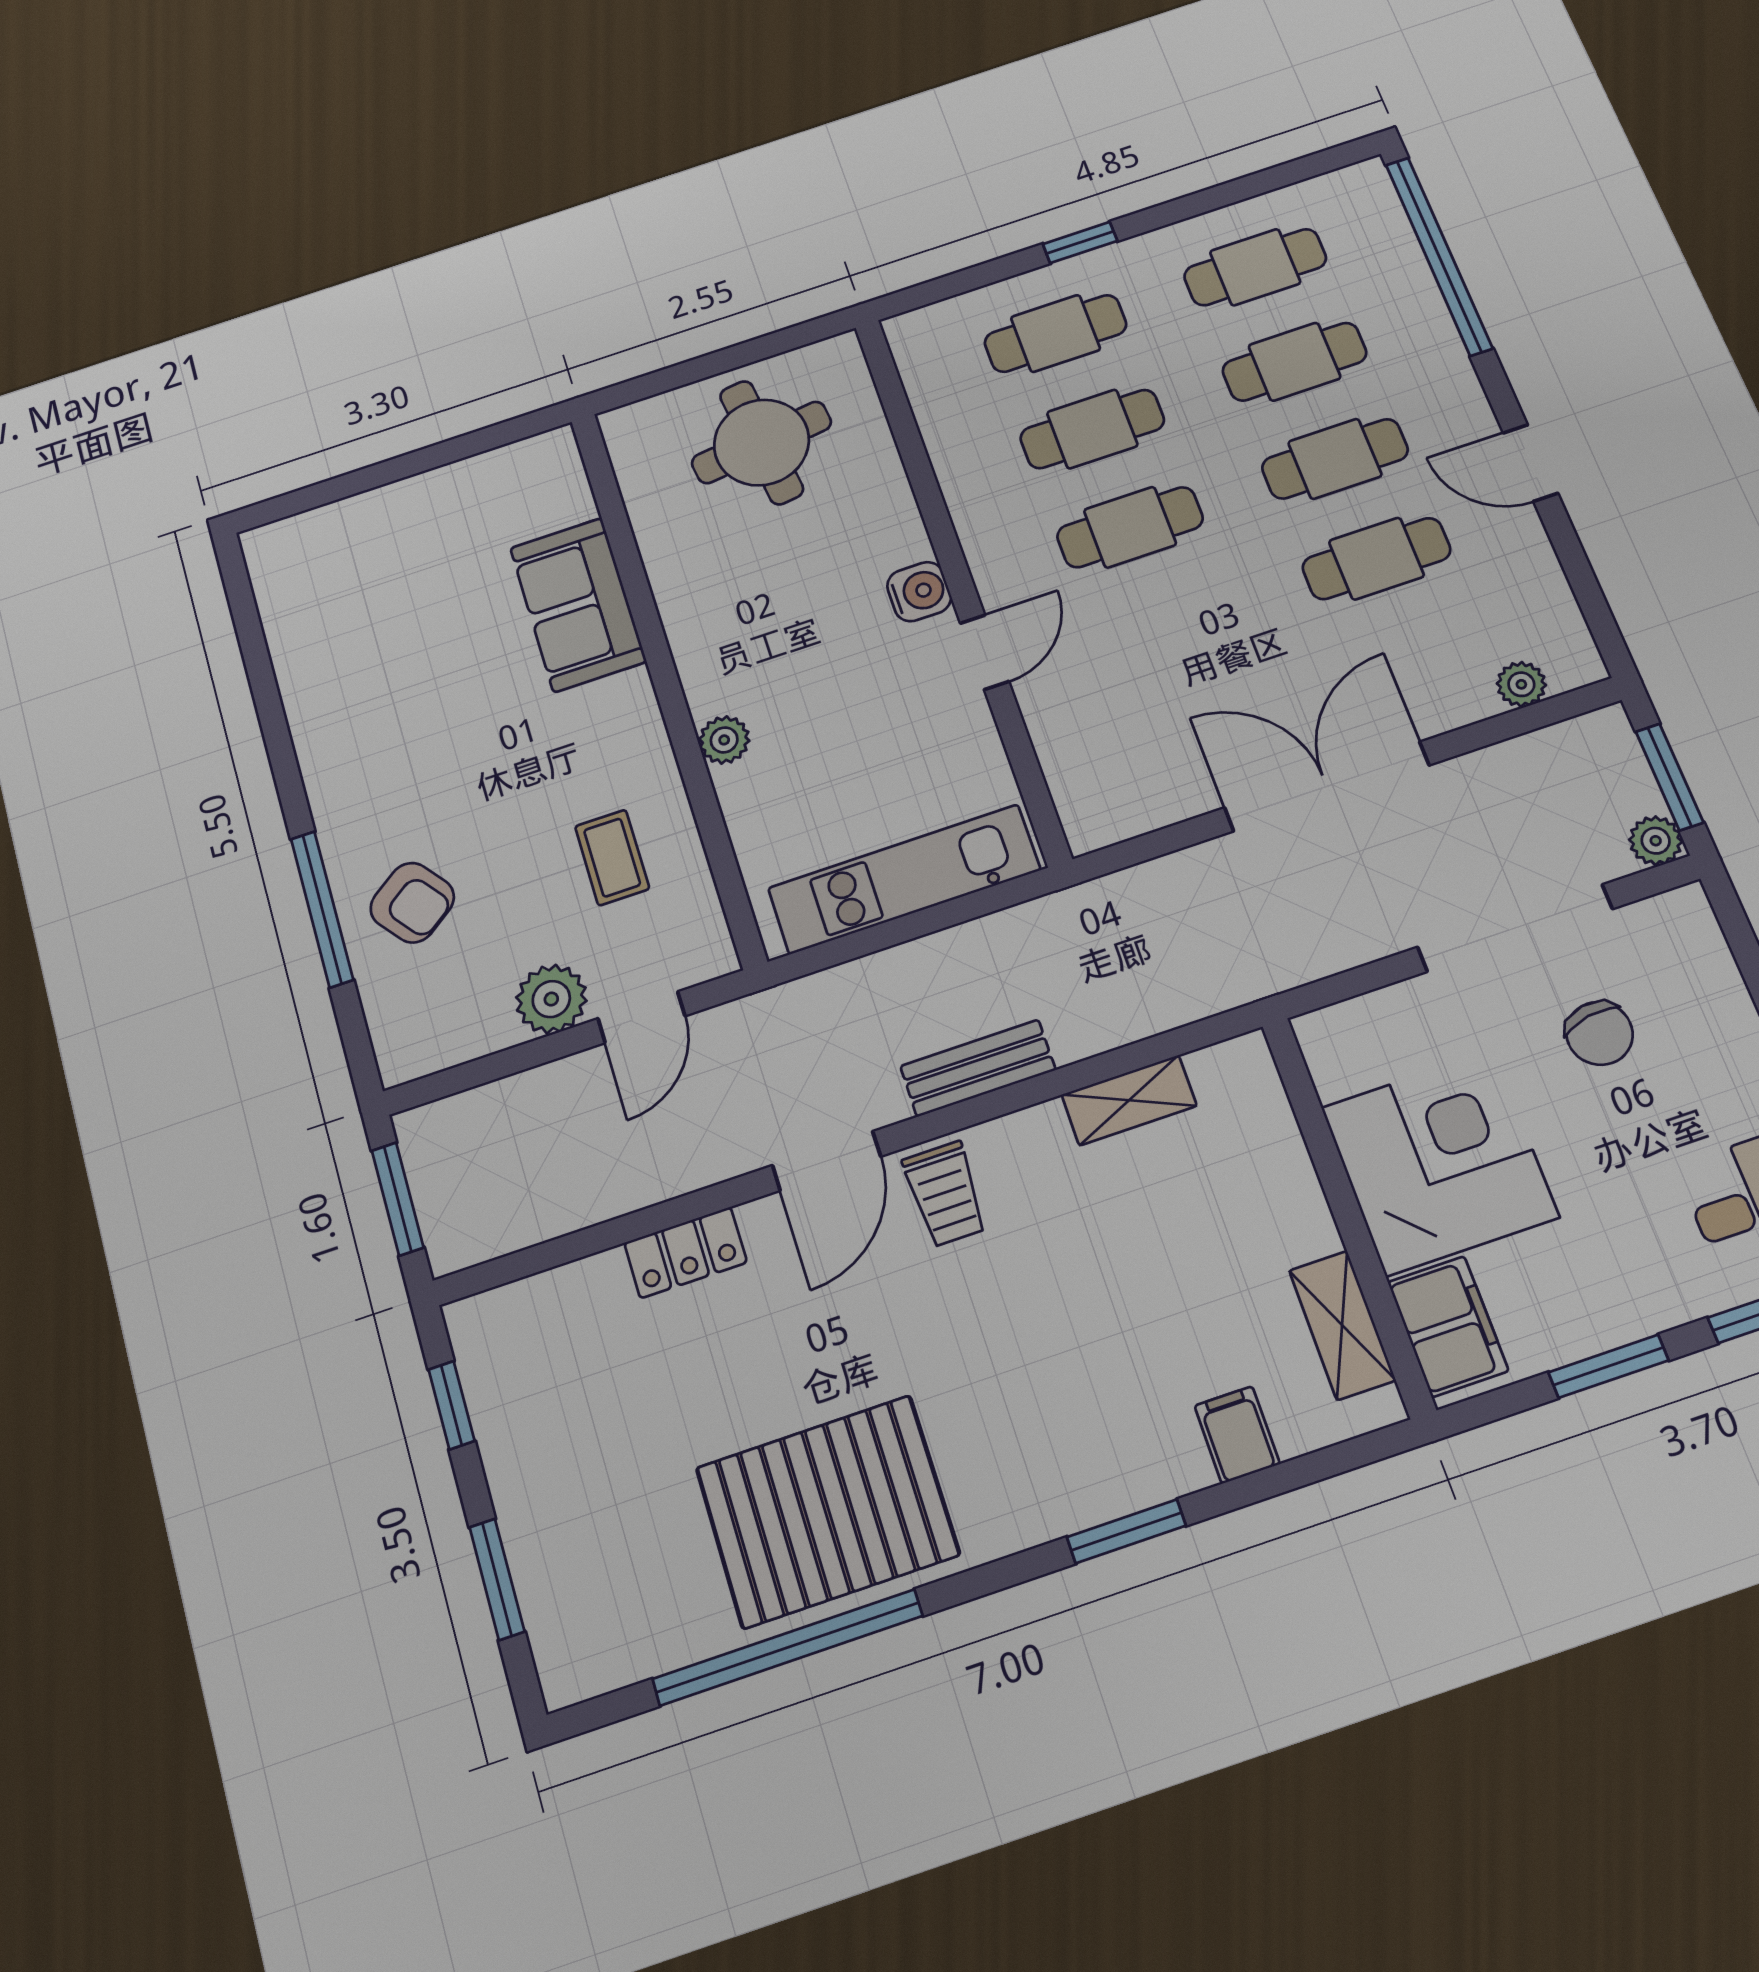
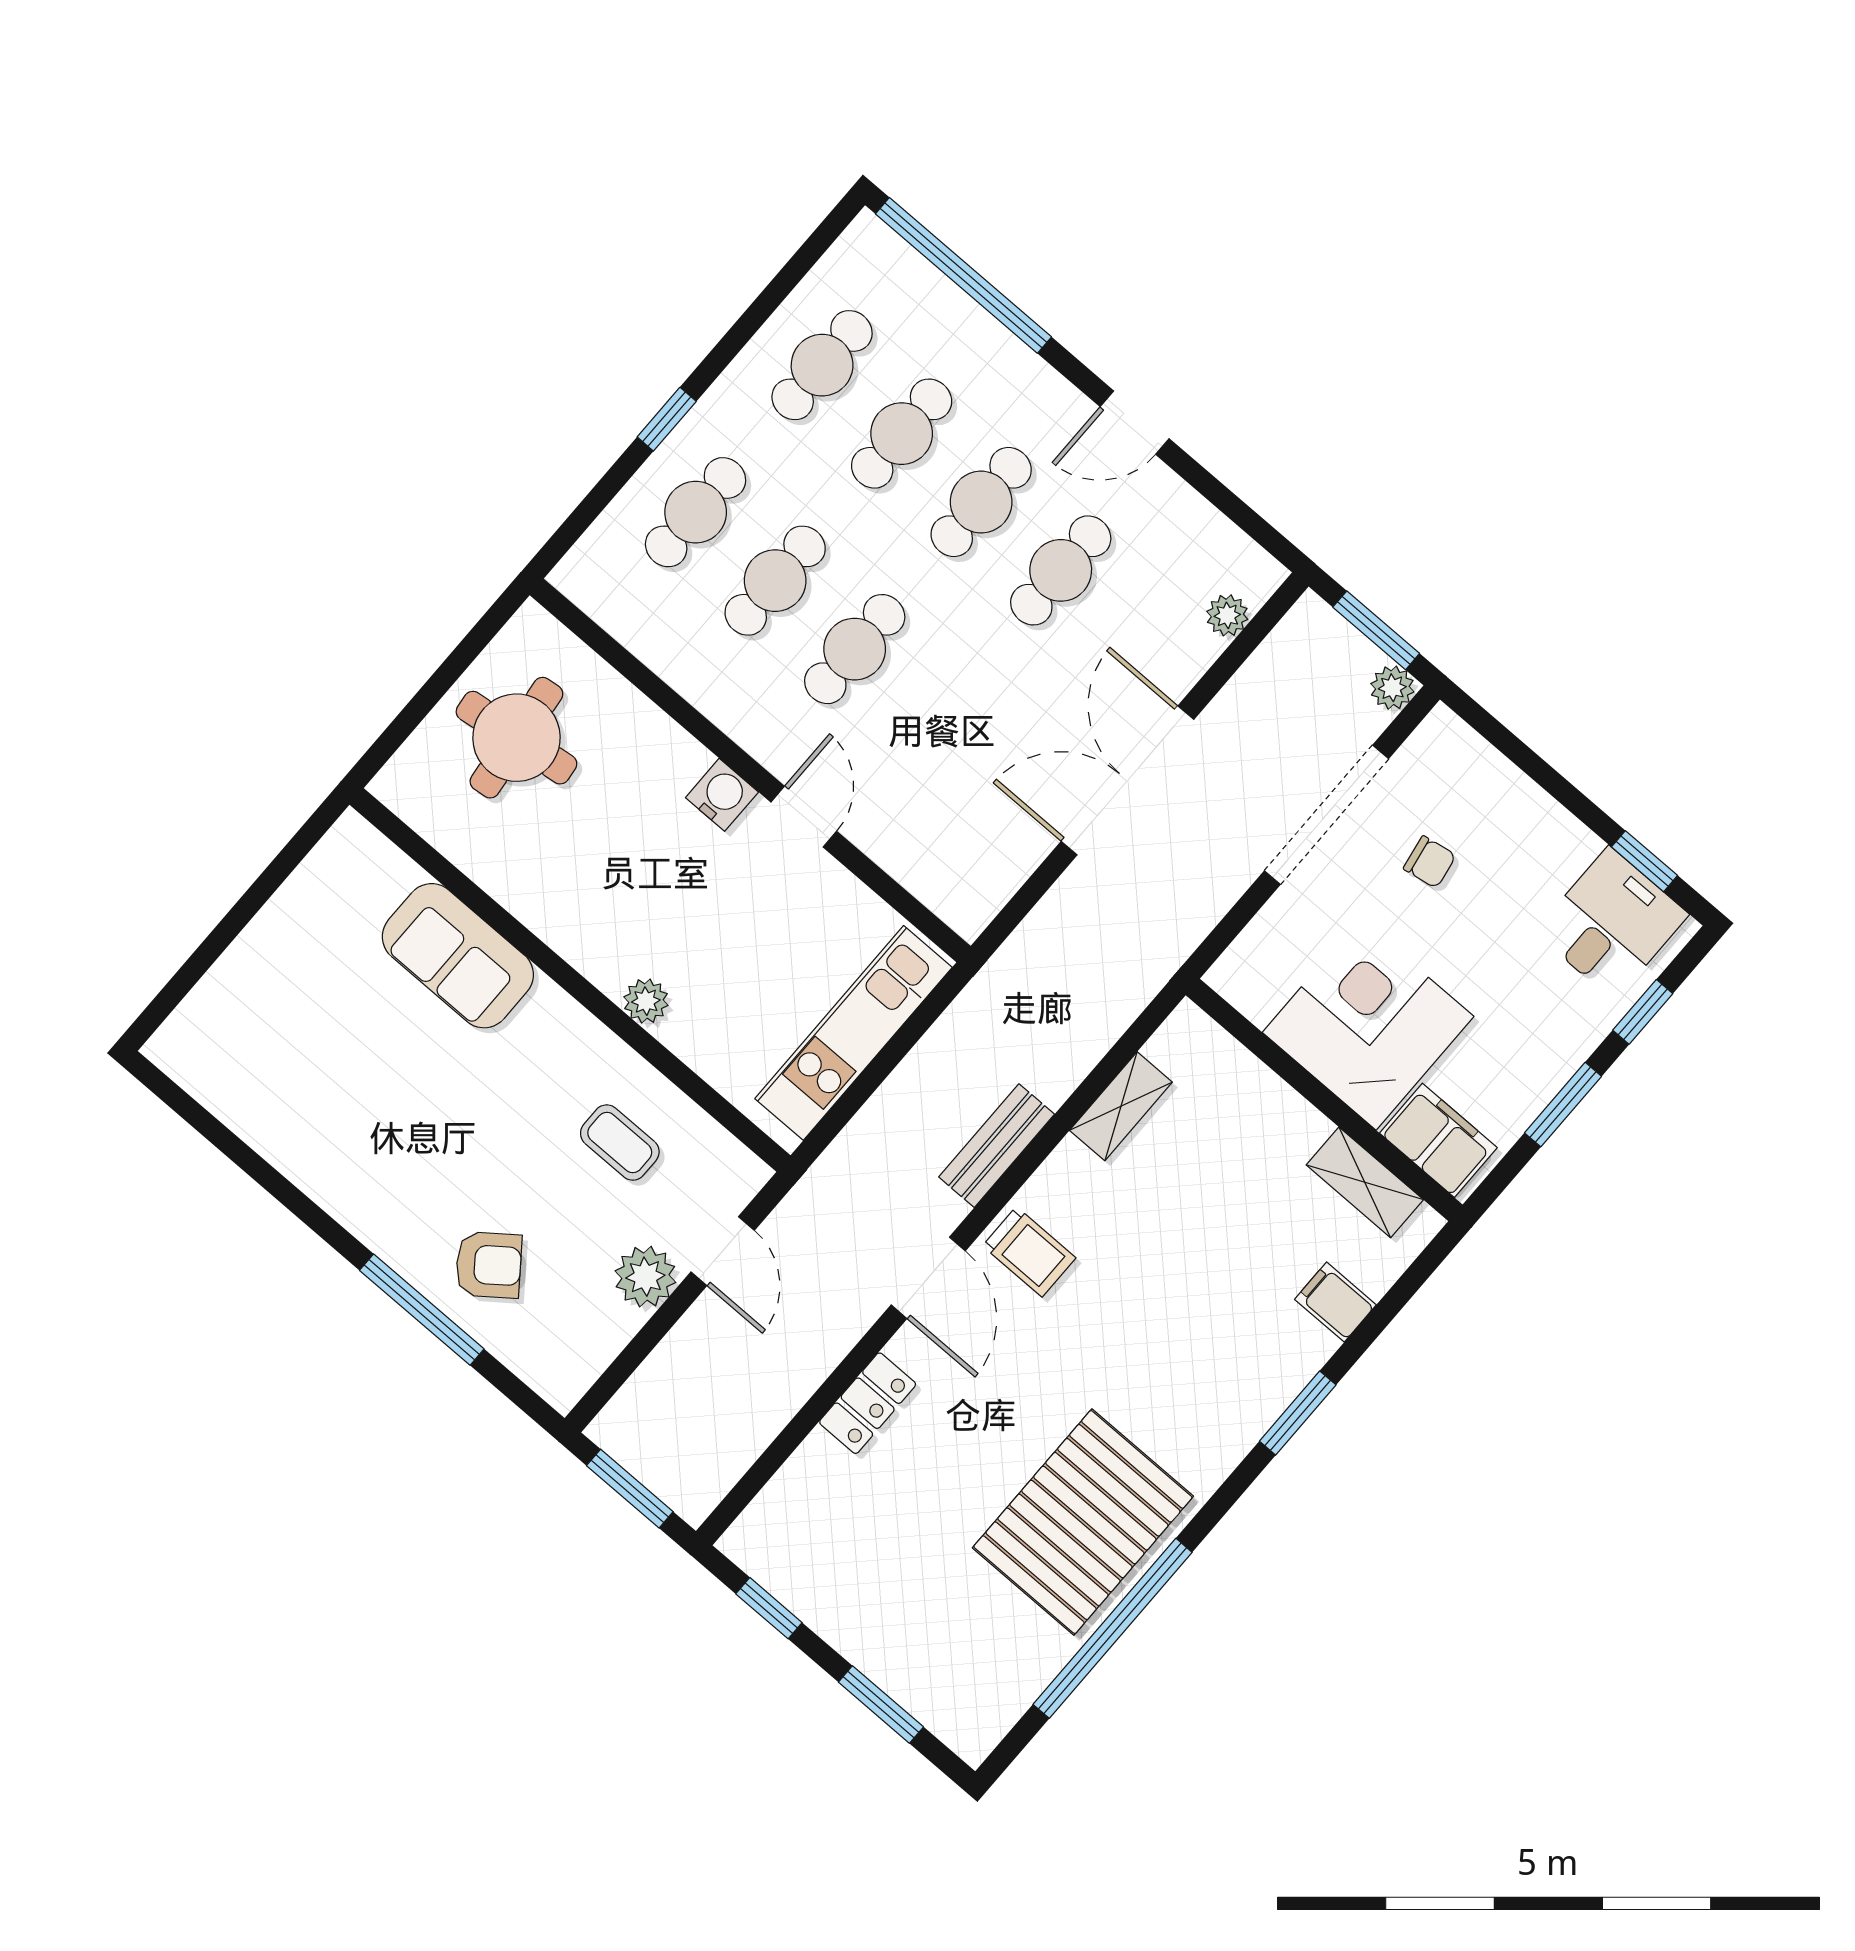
chair: (1599, 1033) -> (1430, 862), width x0.73, depth x0.73

